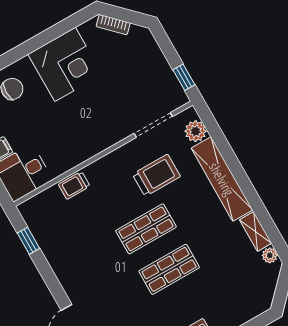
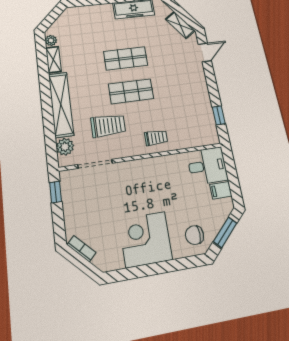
bookcase: (113, 25) -> (82, 249), moved
trolley: (156, 175) -> (108, 126), turned 180
trolley: (74, 185) -> (156, 138), moved

